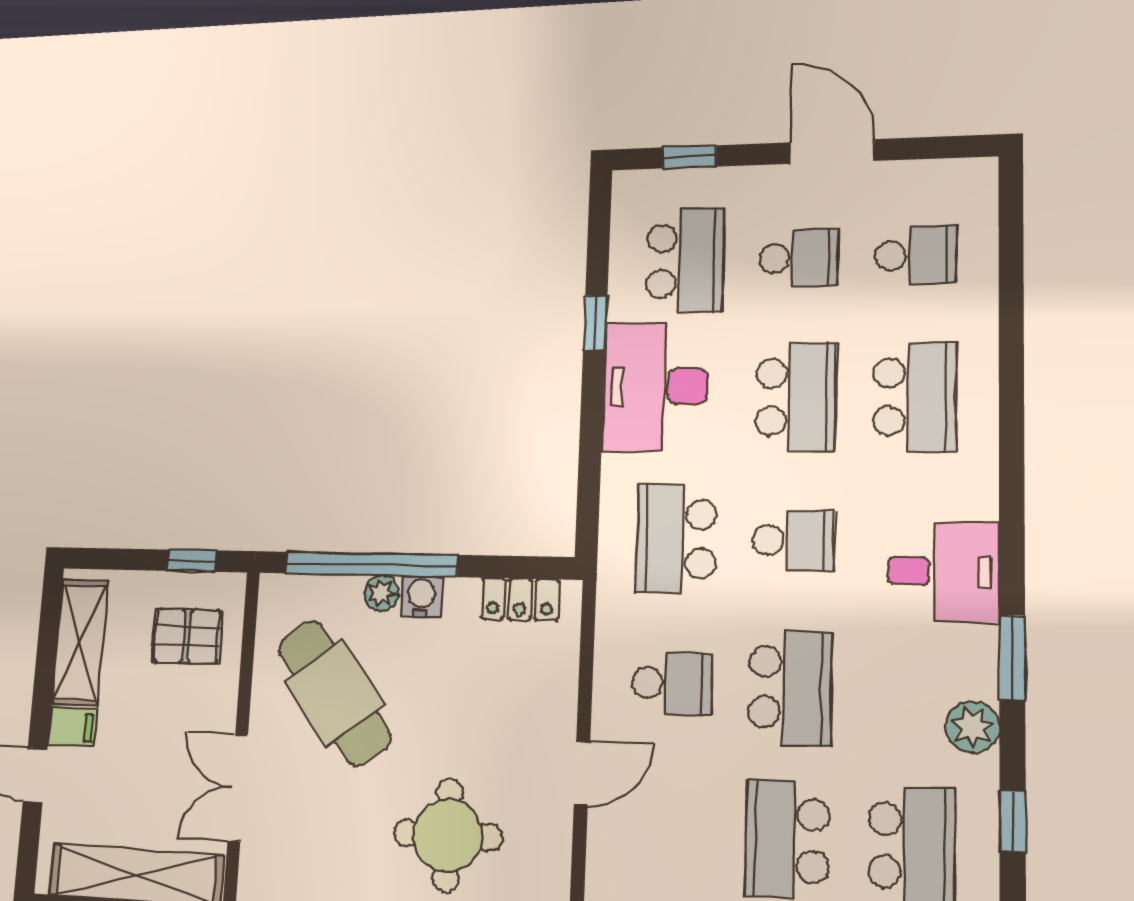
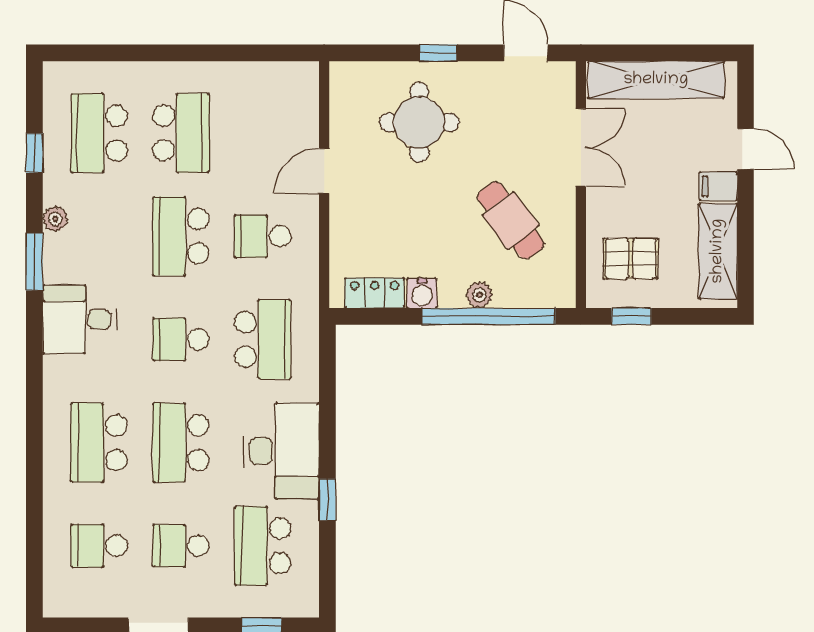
water cooler: (421, 597) -> (422, 293), moved
cafe table: (335, 693) -> (511, 220), width x0.73, depth x0.74
plant: (973, 727) -> (55, 219), width x0.73, depth x0.73

